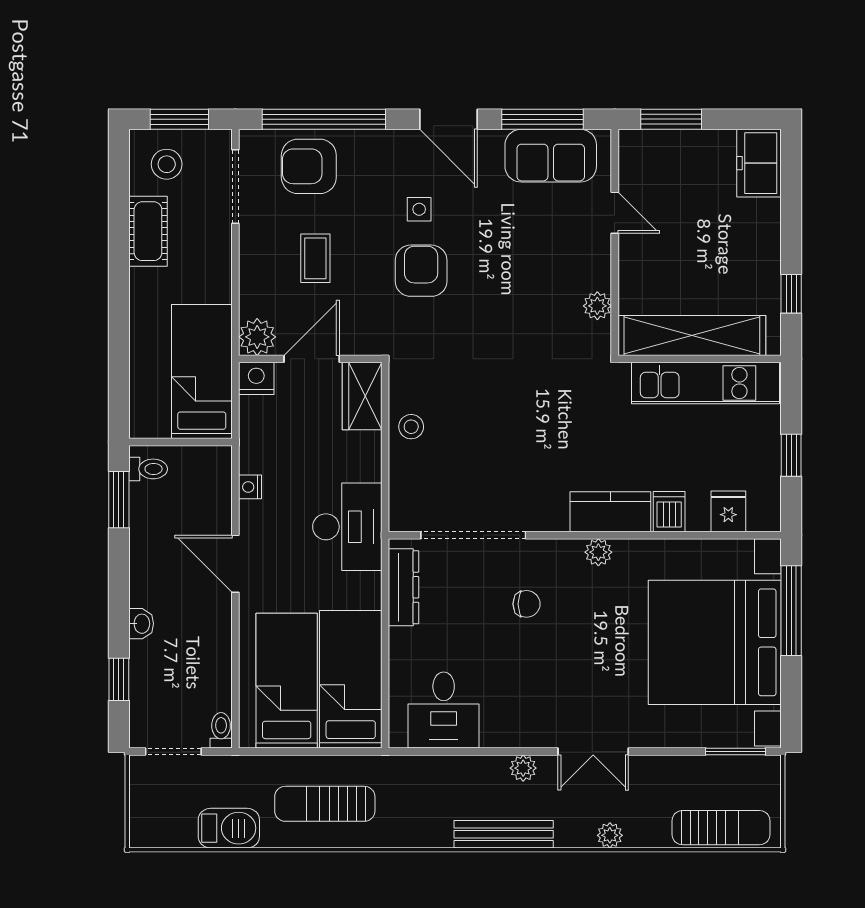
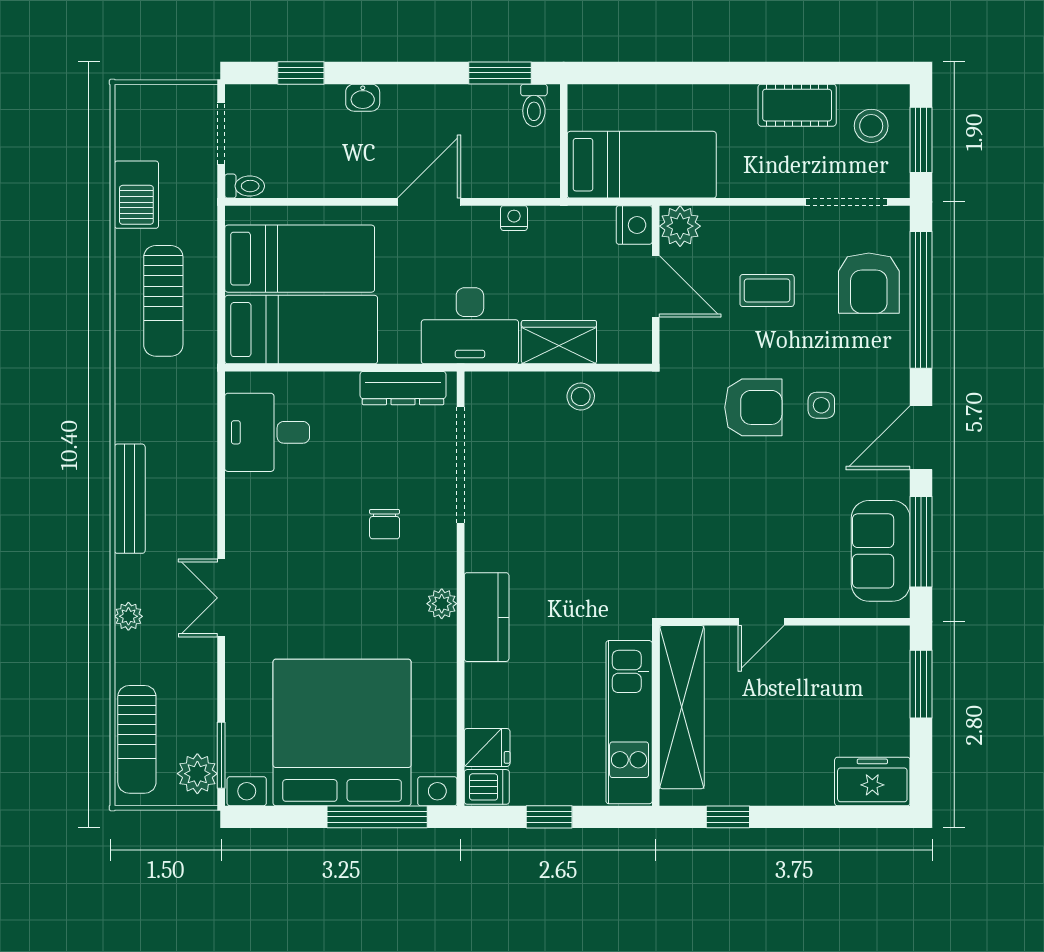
armchair: (309, 166) -> (869, 283), turned 180
door: (615, 213) -> (761, 622), moved
plant: (597, 306) -> (715, 602), removed
wardrobe: (362, 396) -> (559, 342), moved
dishwasher: (669, 512) -> (487, 787), moved
plant: (523, 768) -> (197, 774), moved, width x1.38, depth x1.38
sun lounger: (325, 804) -> (163, 301), turned 180

